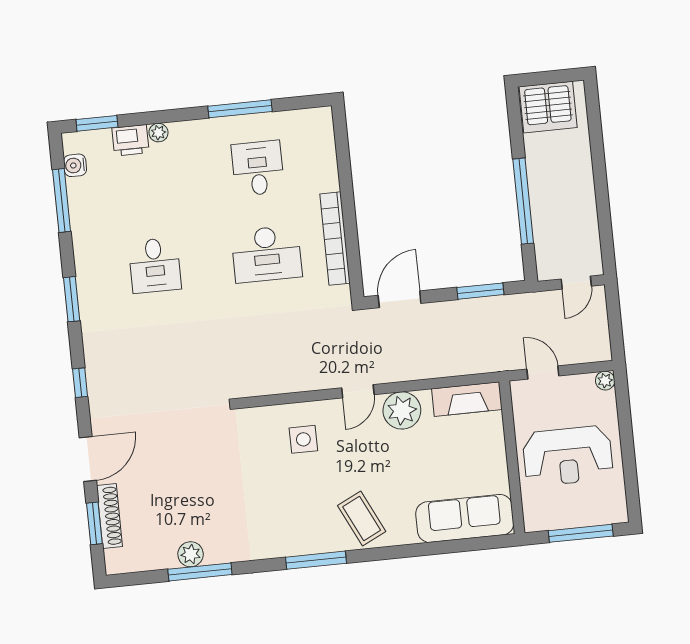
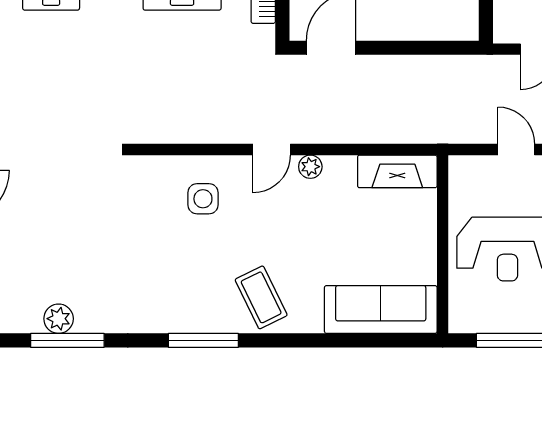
window: (480, 291) -> (426, 48), removed
door: (543, 372) -> (516, 149), moved
plant: (402, 410) -> (310, 167), width x0.53, depth x0.53

